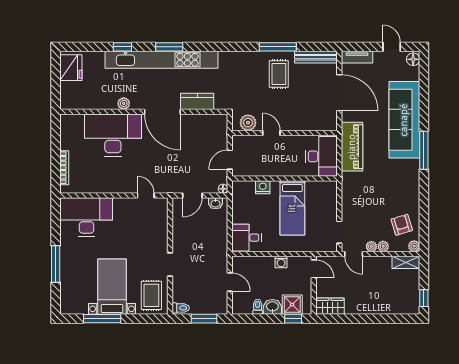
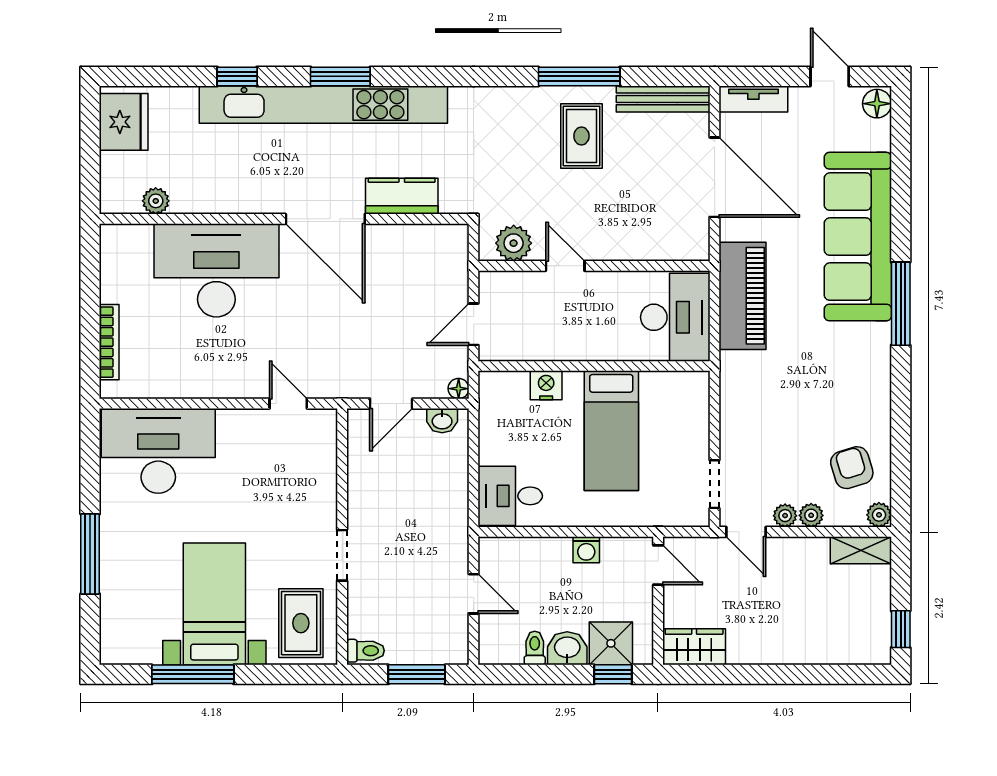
plant: (124, 103) -> (156, 201), moved

